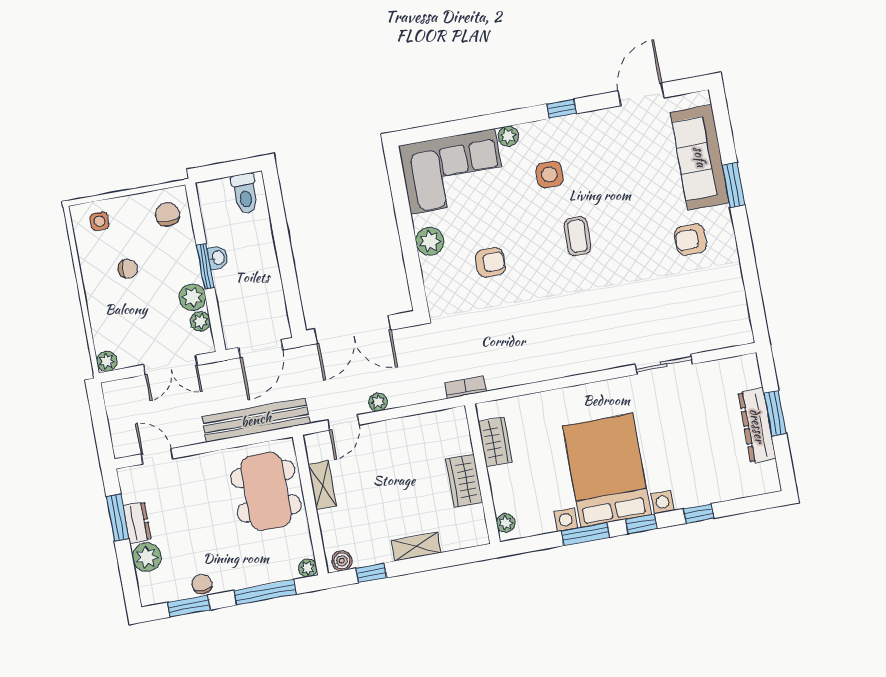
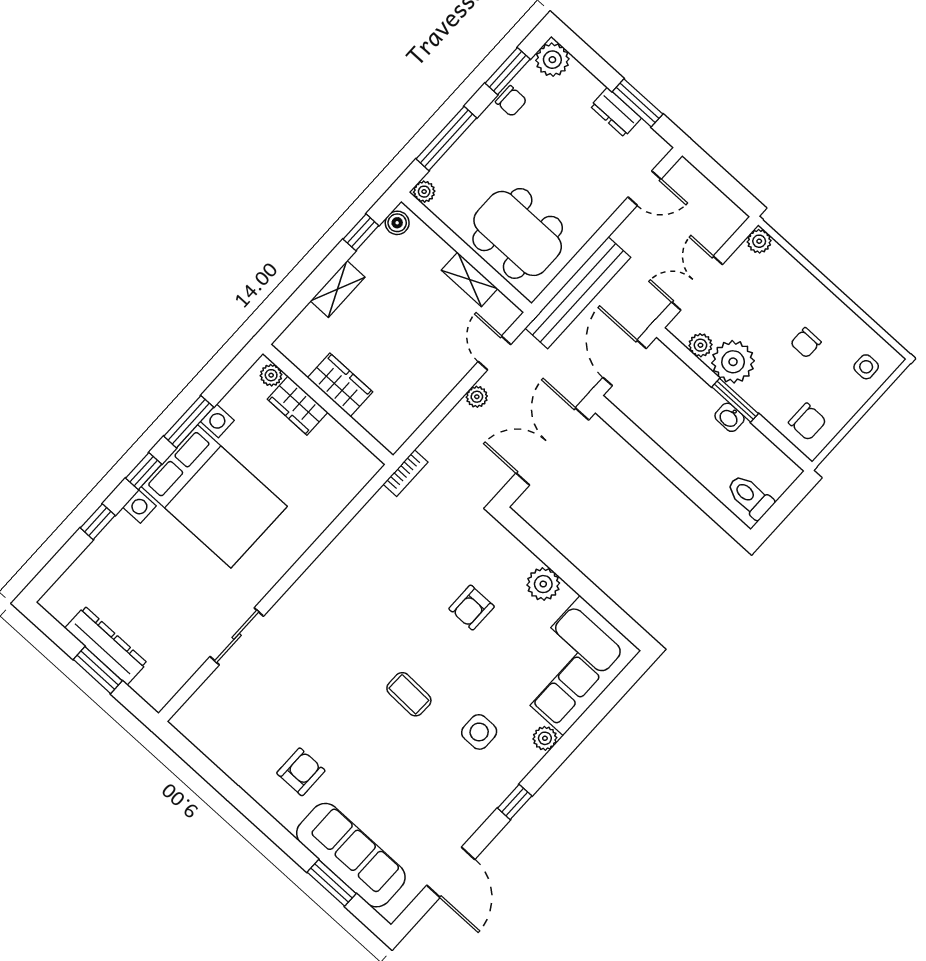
window: (734, 185) -> (332, 883), moved
plant: (192, 297) -> (733, 362), width x1.36, depth x1.36
wardrobe: (495, 442) -> (298, 406), moved
plant: (147, 557) -> (552, 60), moved

